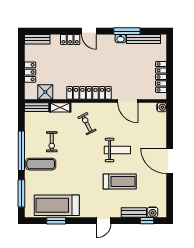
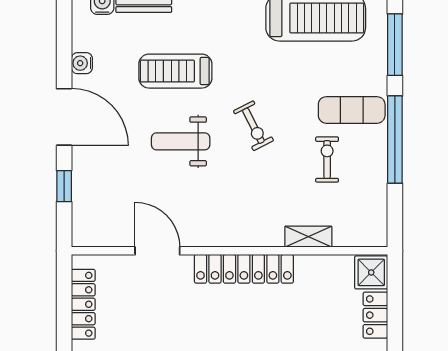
shower: (45, 92) -> (371, 272), moved
bench: (37, 107) -> (361, 237), removed
water cooler: (162, 107) -> (82, 63), moved
exercise bike: (87, 124) -> (253, 126), moved
window: (170, 130) -> (64, 186), added

